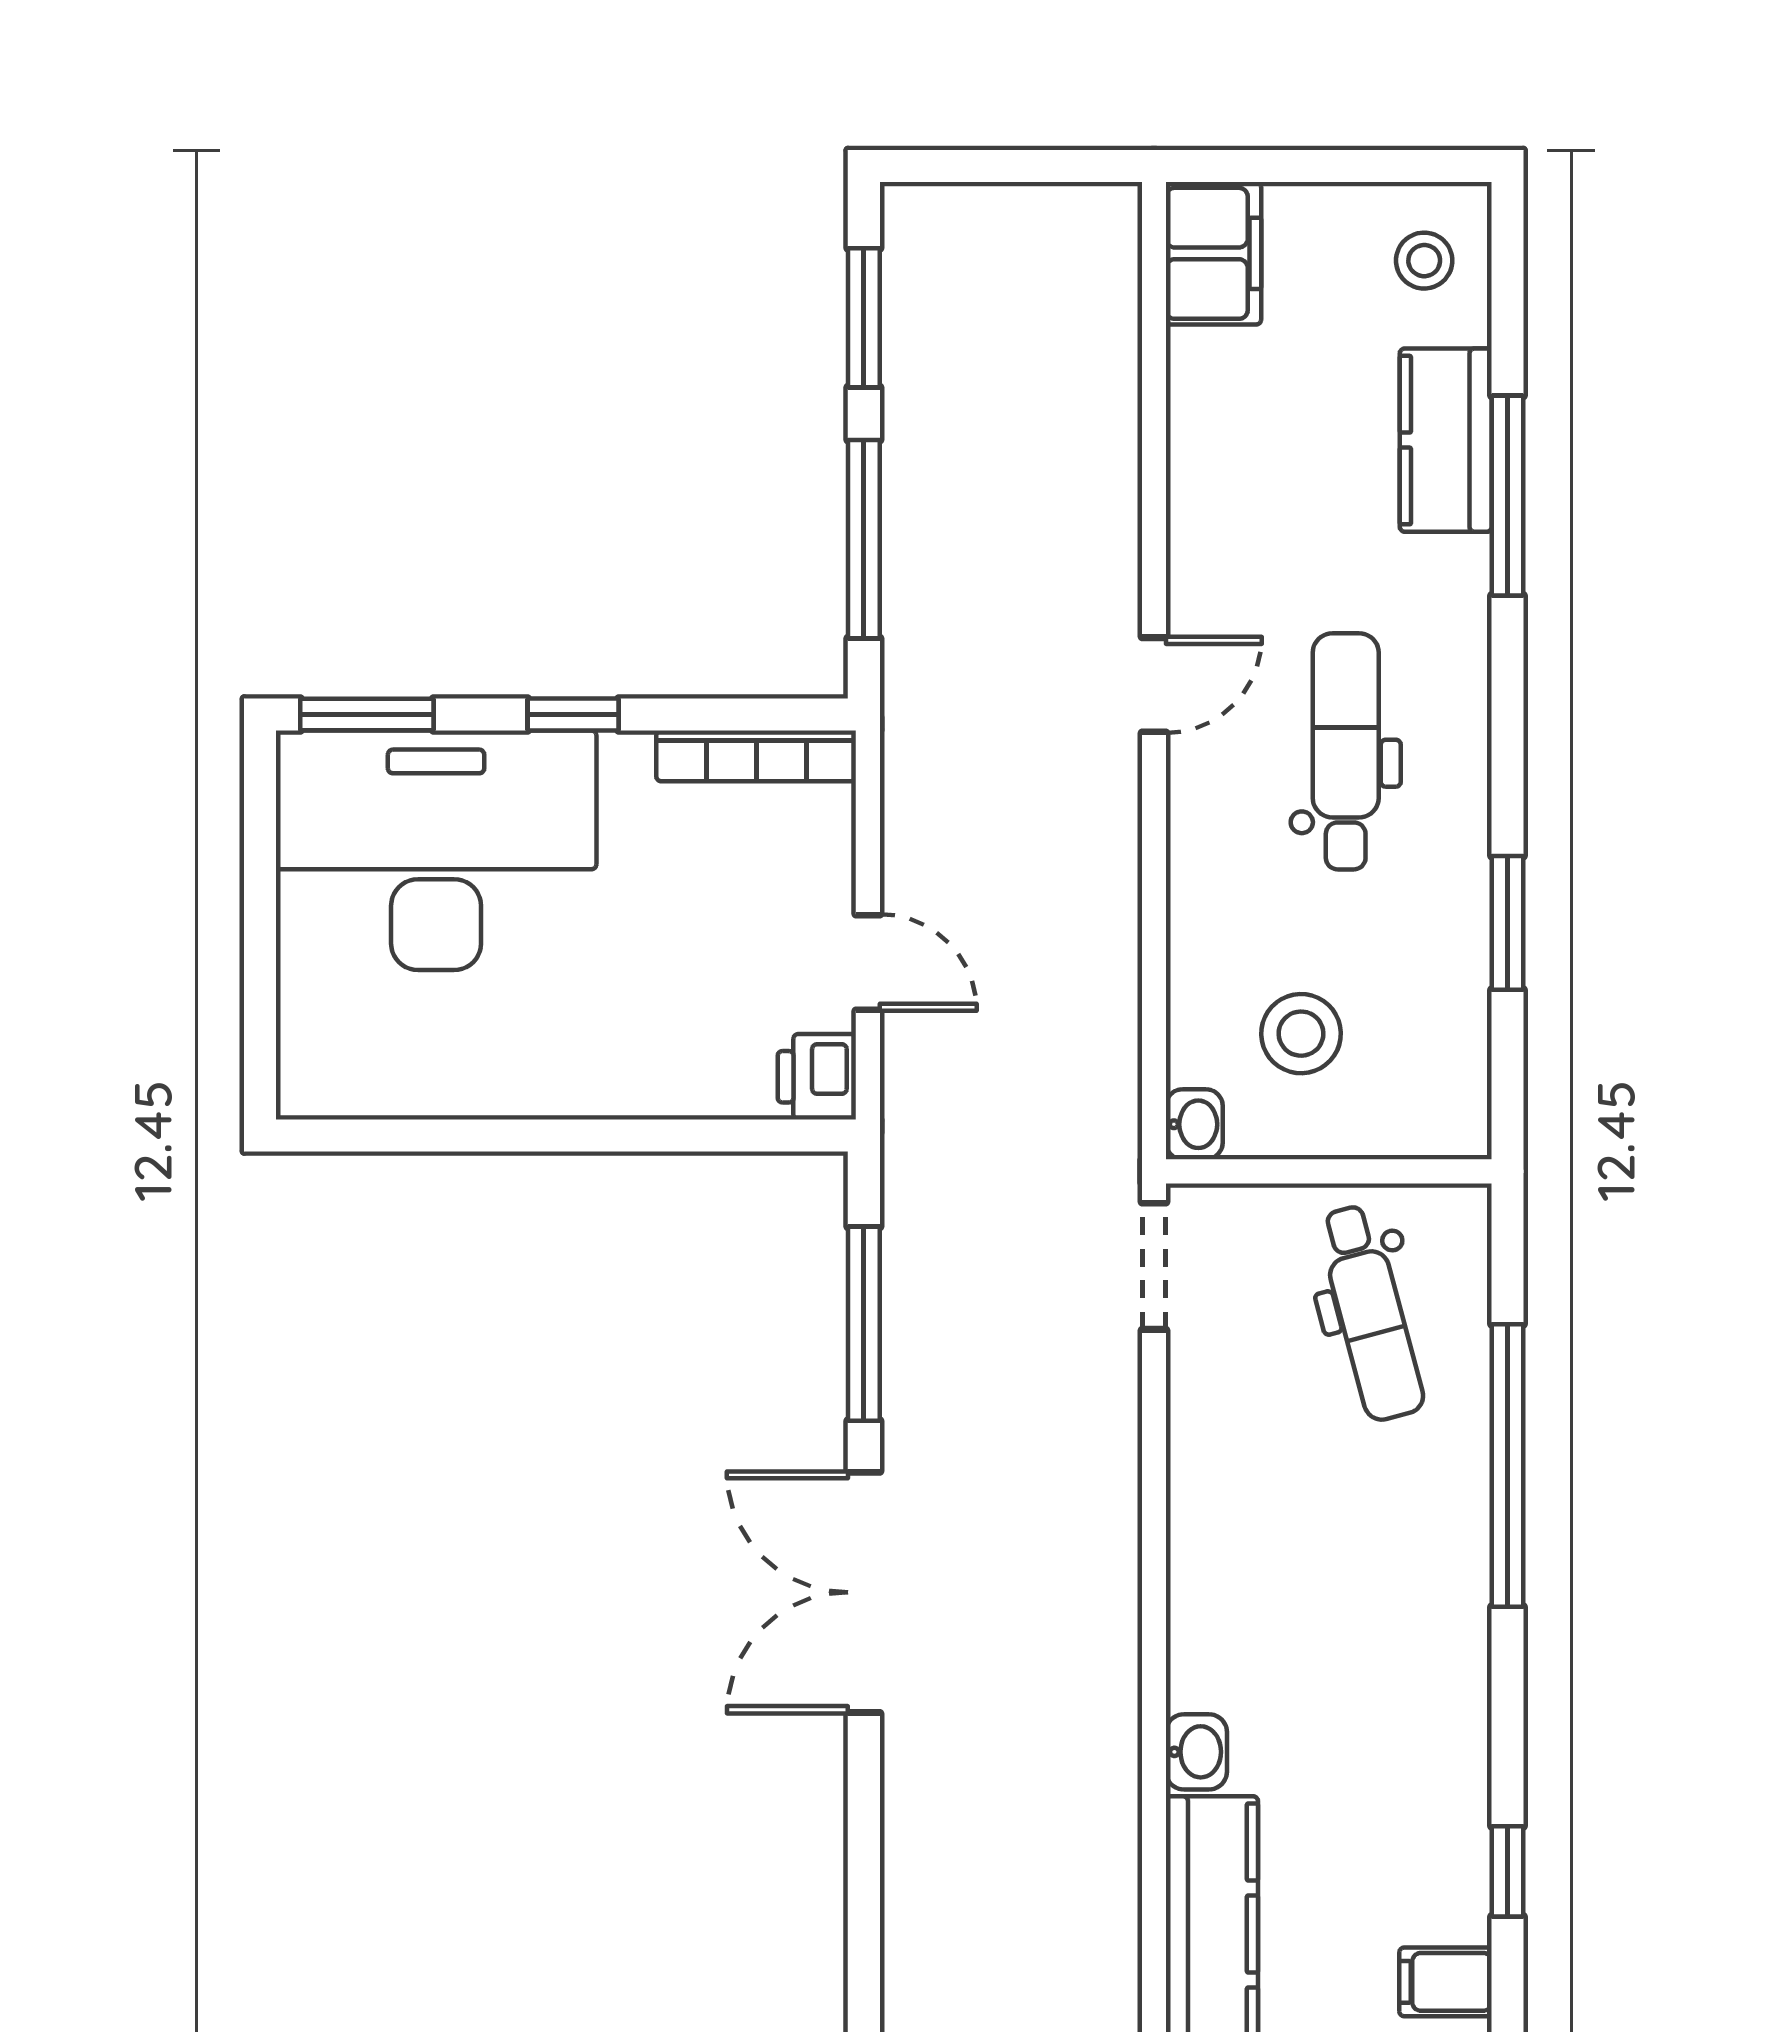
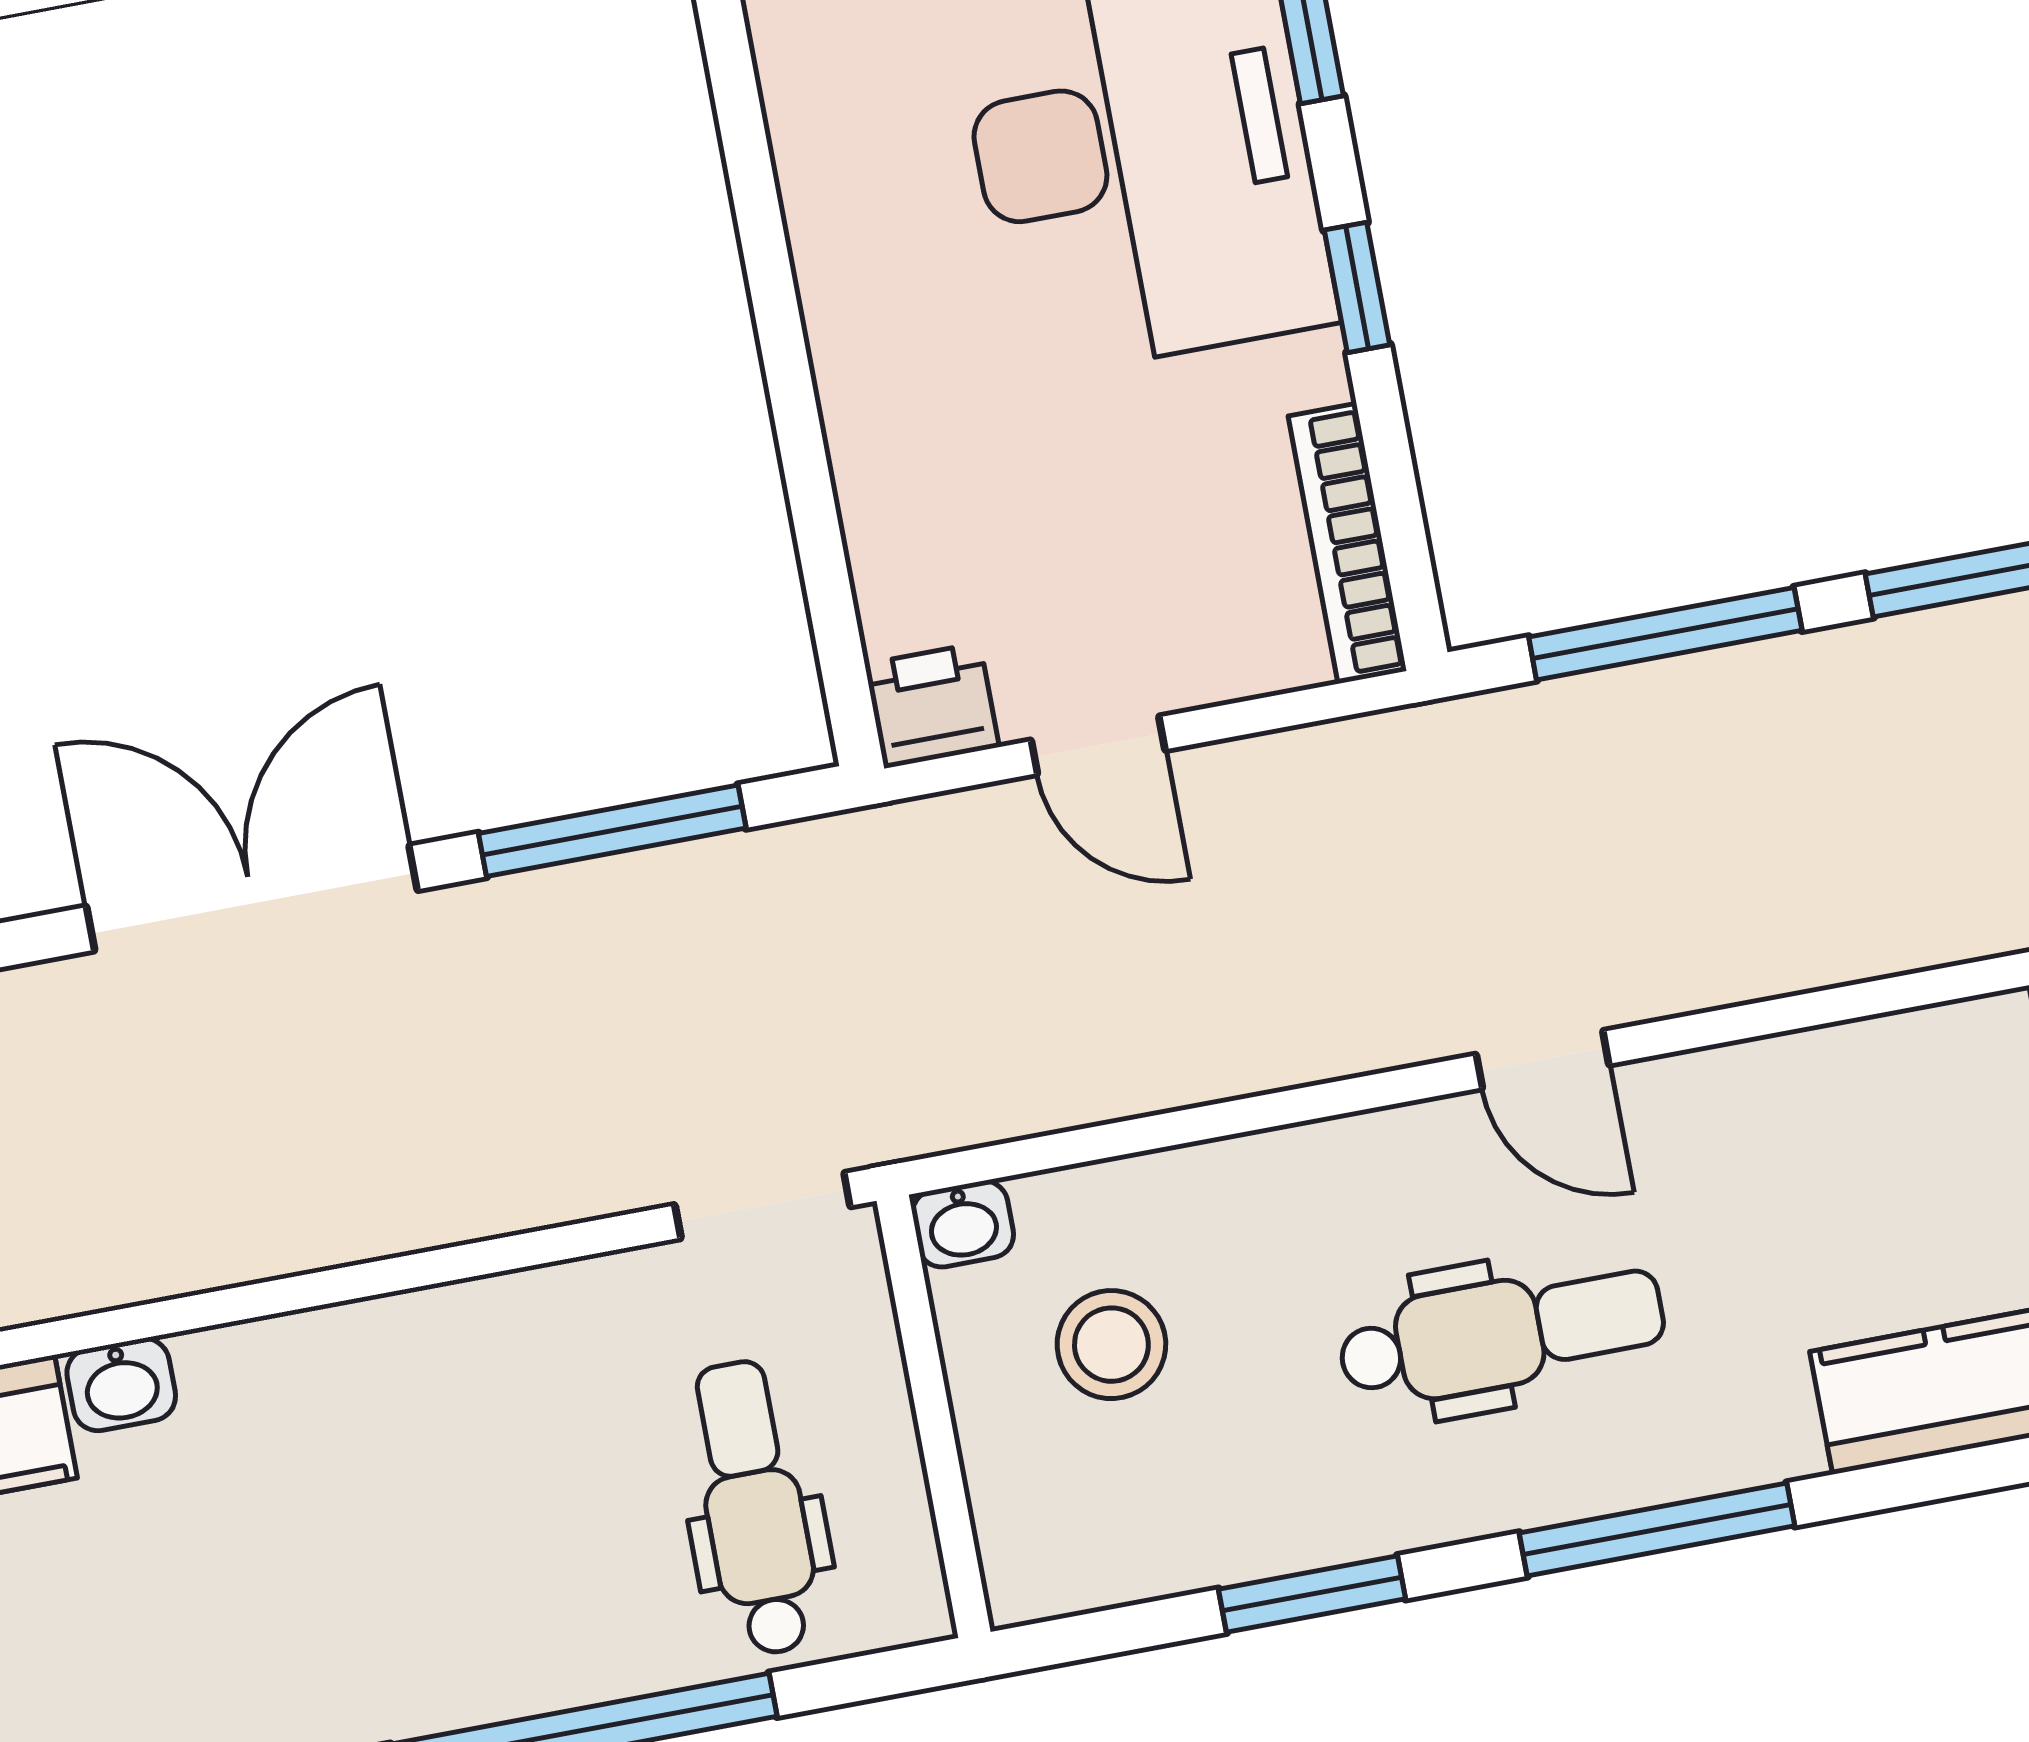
window: (1508, 496) -> (1657, 1529), moved
door: (868, 962) -> (1098, 745), hinge flipped
dental chair: (1371, 1313) -> (754, 1508), turned 105

